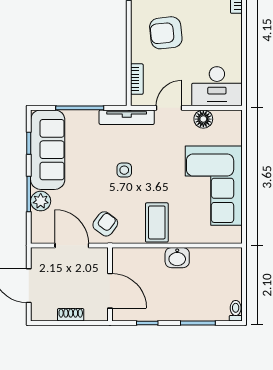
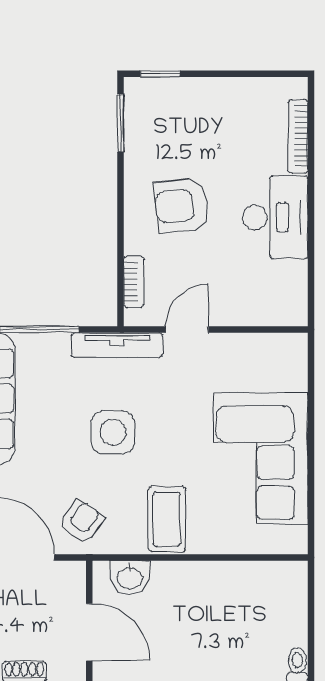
desk: (217, 86) -> (275, 217), moved, turned -90
floor lamp: (203, 119) -> (244, 348), removed
side table: (124, 170) -> (113, 432), width x1.87, depth x1.87
washbasin: (177, 258) -> (130, 577), moved

